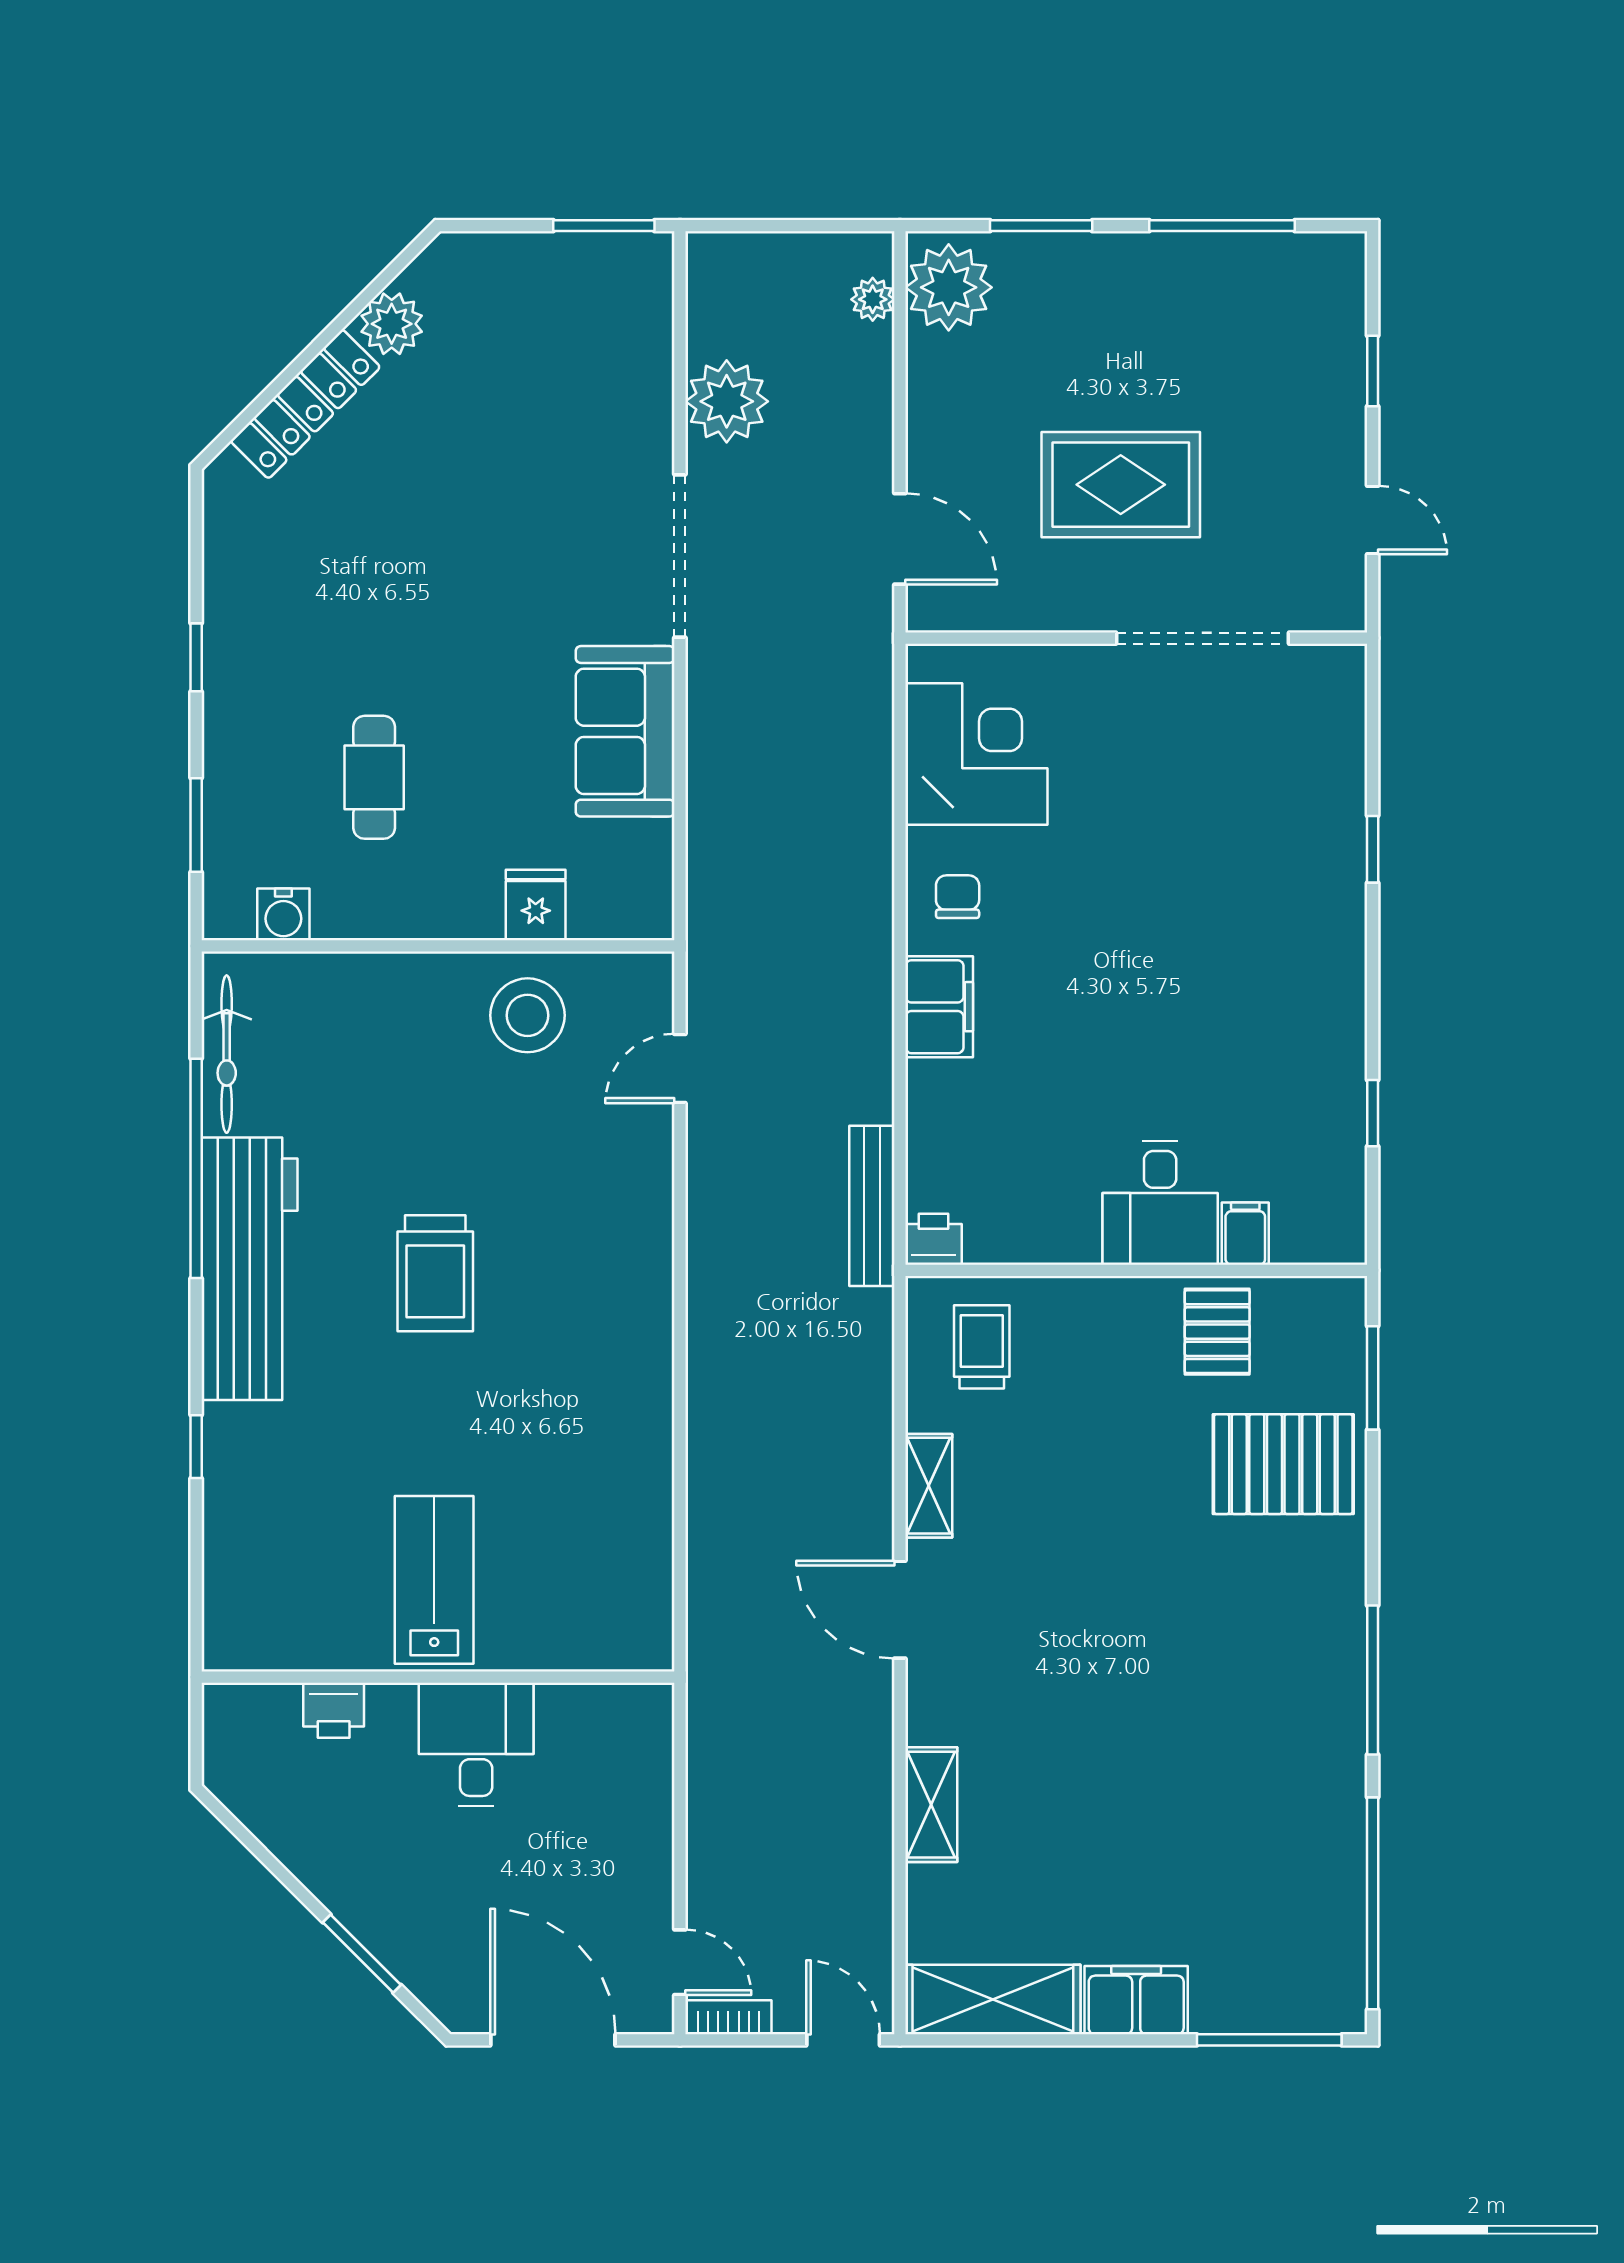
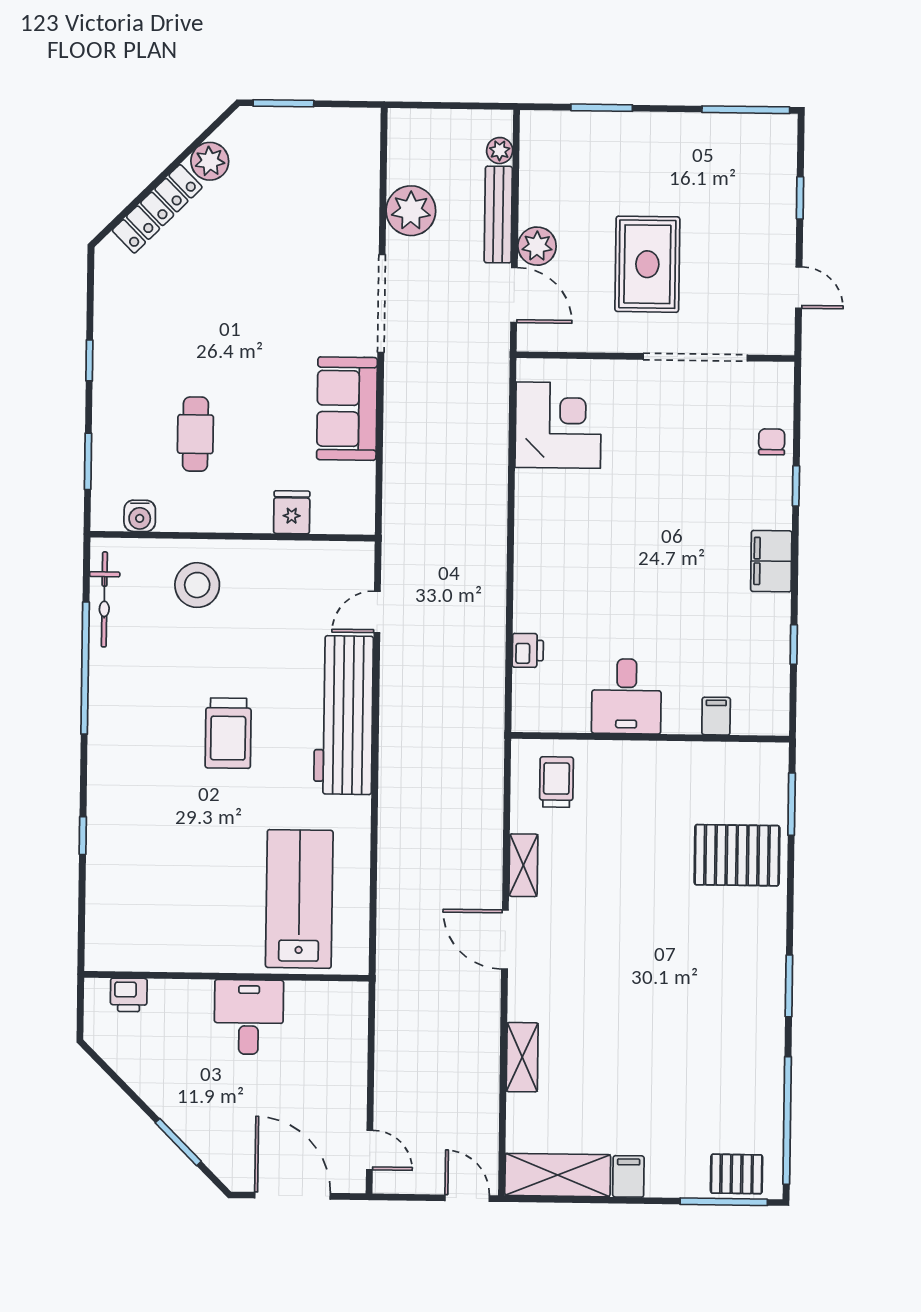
window: (604, 226) -> (283, 103), moved
window: (1222, 226) -> (746, 110), moved
plant: (949, 287) -> (537, 246), moved, width x0.73, depth x0.73
rug: (1121, 485) -> (647, 264), turned 90
chair: (958, 897) -> (772, 442), moved
filing cabinet: (939, 1007) -> (771, 561), moved, turned 180
stool: (528, 1015) -> (197, 585), moved
desk: (1160, 1203) -> (626, 696), moved
bench: (872, 1206) -> (498, 215), moved
printer: (934, 1239) -> (528, 650), moved, turned 90
workbench: (250, 1269) -> (344, 715), moved, turned 180
pallet: (1217, 1332) -> (737, 1174), moved, turned 90
lab bench: (434, 1580) -> (299, 899), moved, width x1.36, depth x1.39
window: (1373, 1680) -> (789, 986), width x0.69
printer: (334, 1710) -> (129, 995), moved
filing cabinet: (1136, 2000) -> (628, 1176), width x0.50
bookcase: (728, 2017) -> (398, 1184), removed

